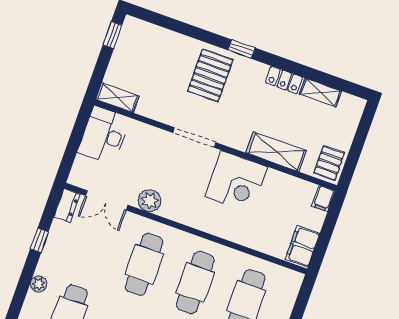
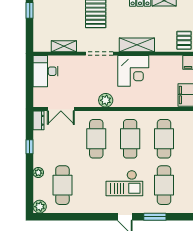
shelving: (117, 98) -> (64, 46), moved
shelving: (276, 152) -> (137, 45), moved
plant: (149, 201) -> (106, 100), moved

